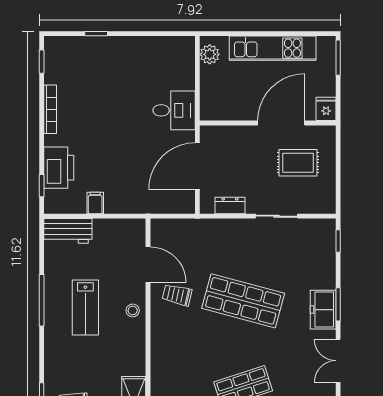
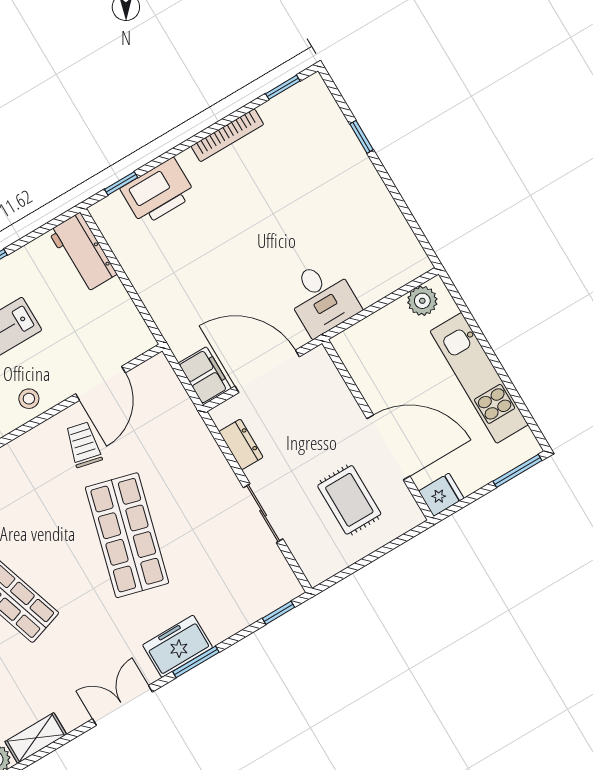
filing cabinet: (95, 203) -> (205, 376), moved, width x2.00

